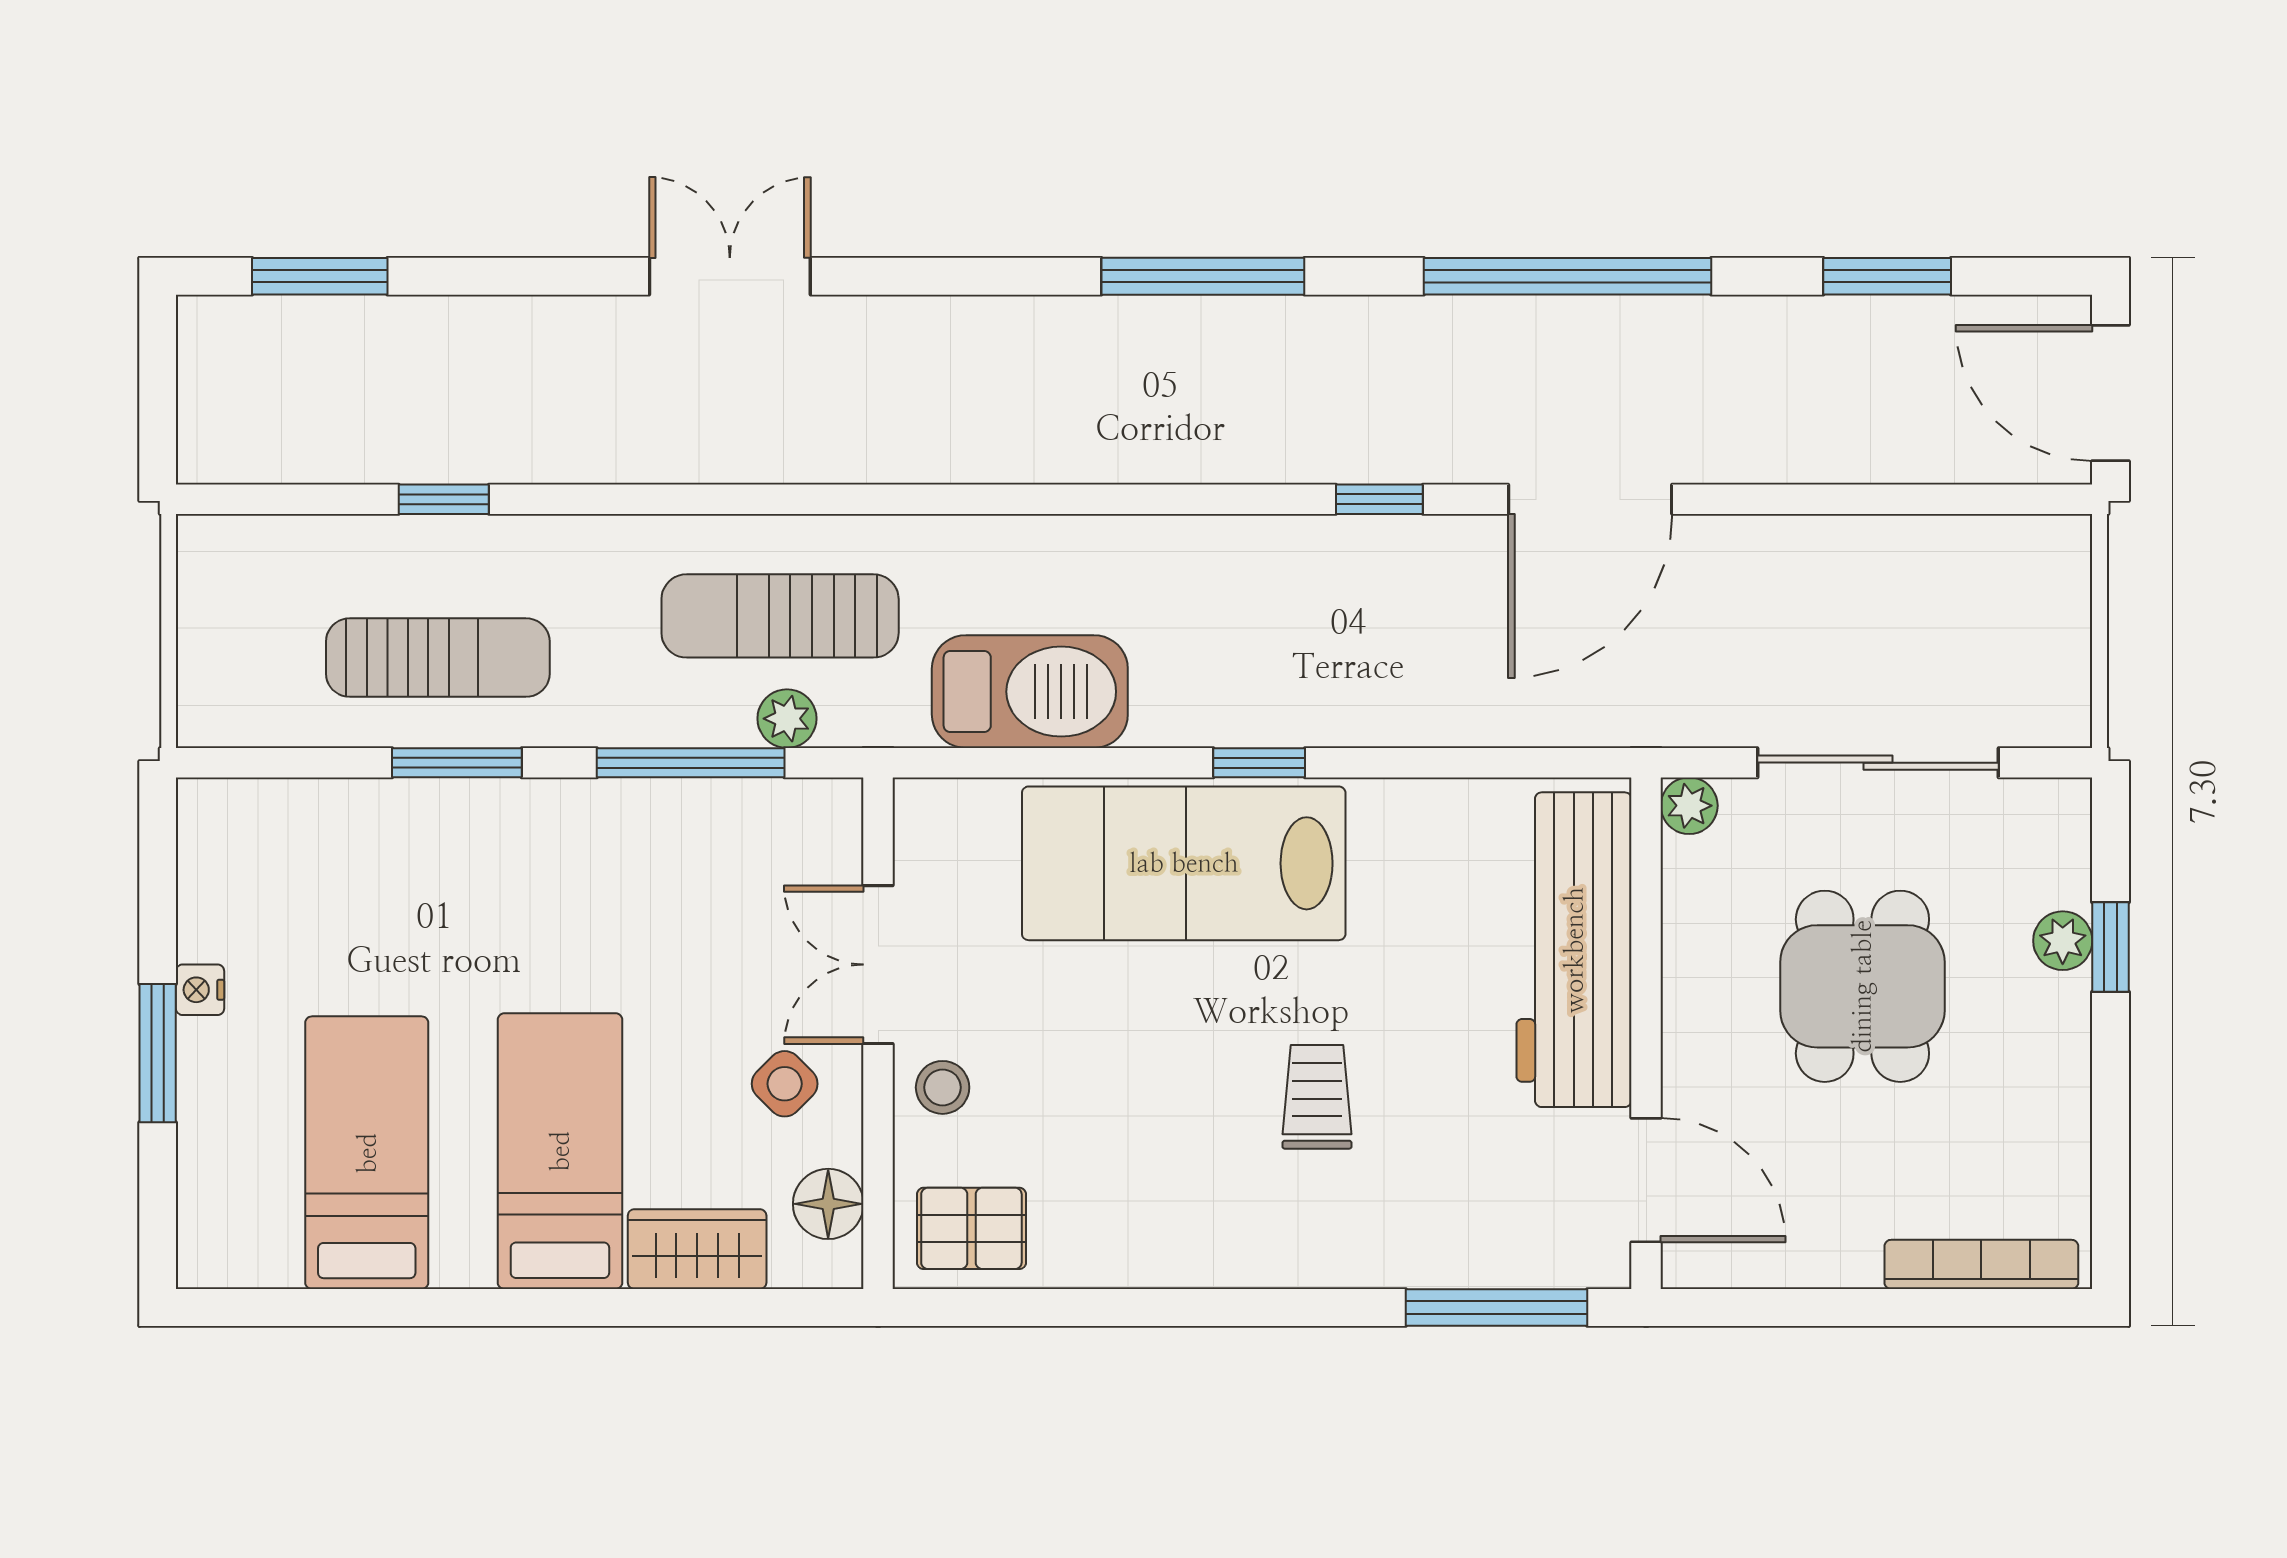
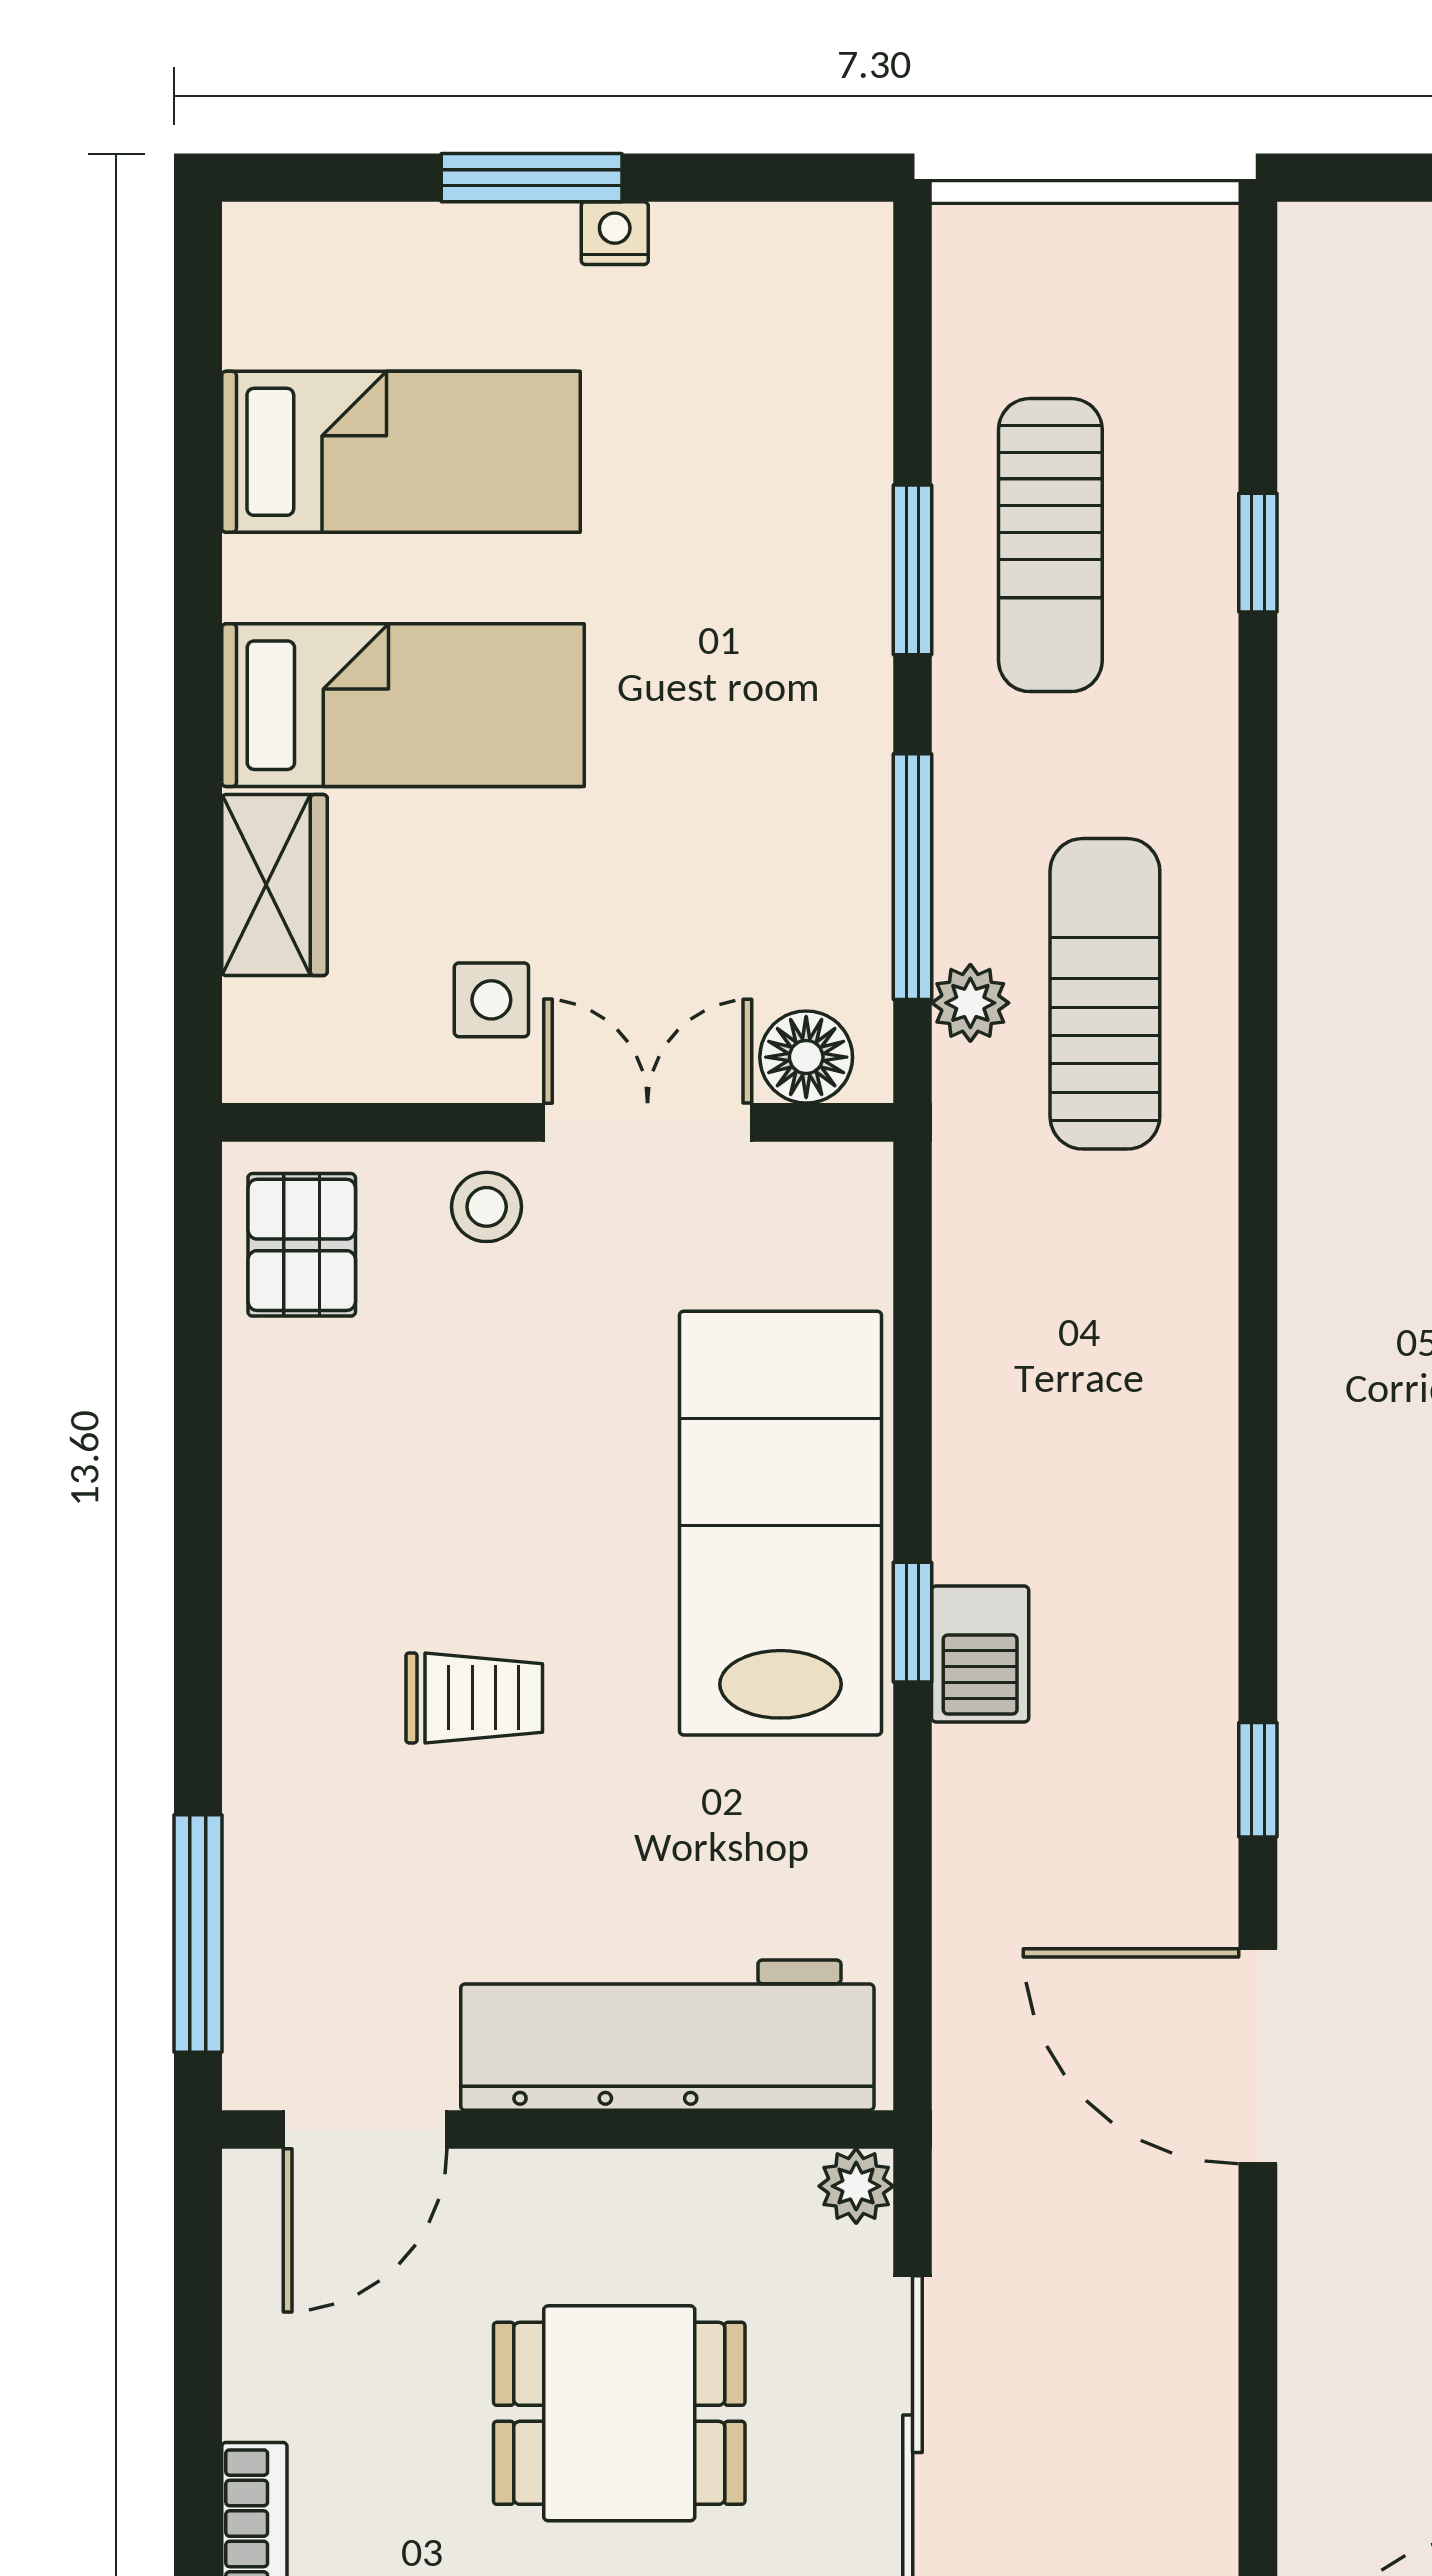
barbecue: (1030, 692) -> (980, 1654), moved, width x0.53, depth x0.65
side table: (785, 1084) -> (491, 1000), turned 45
floor lamp: (828, 1204) -> (806, 1057), moved

